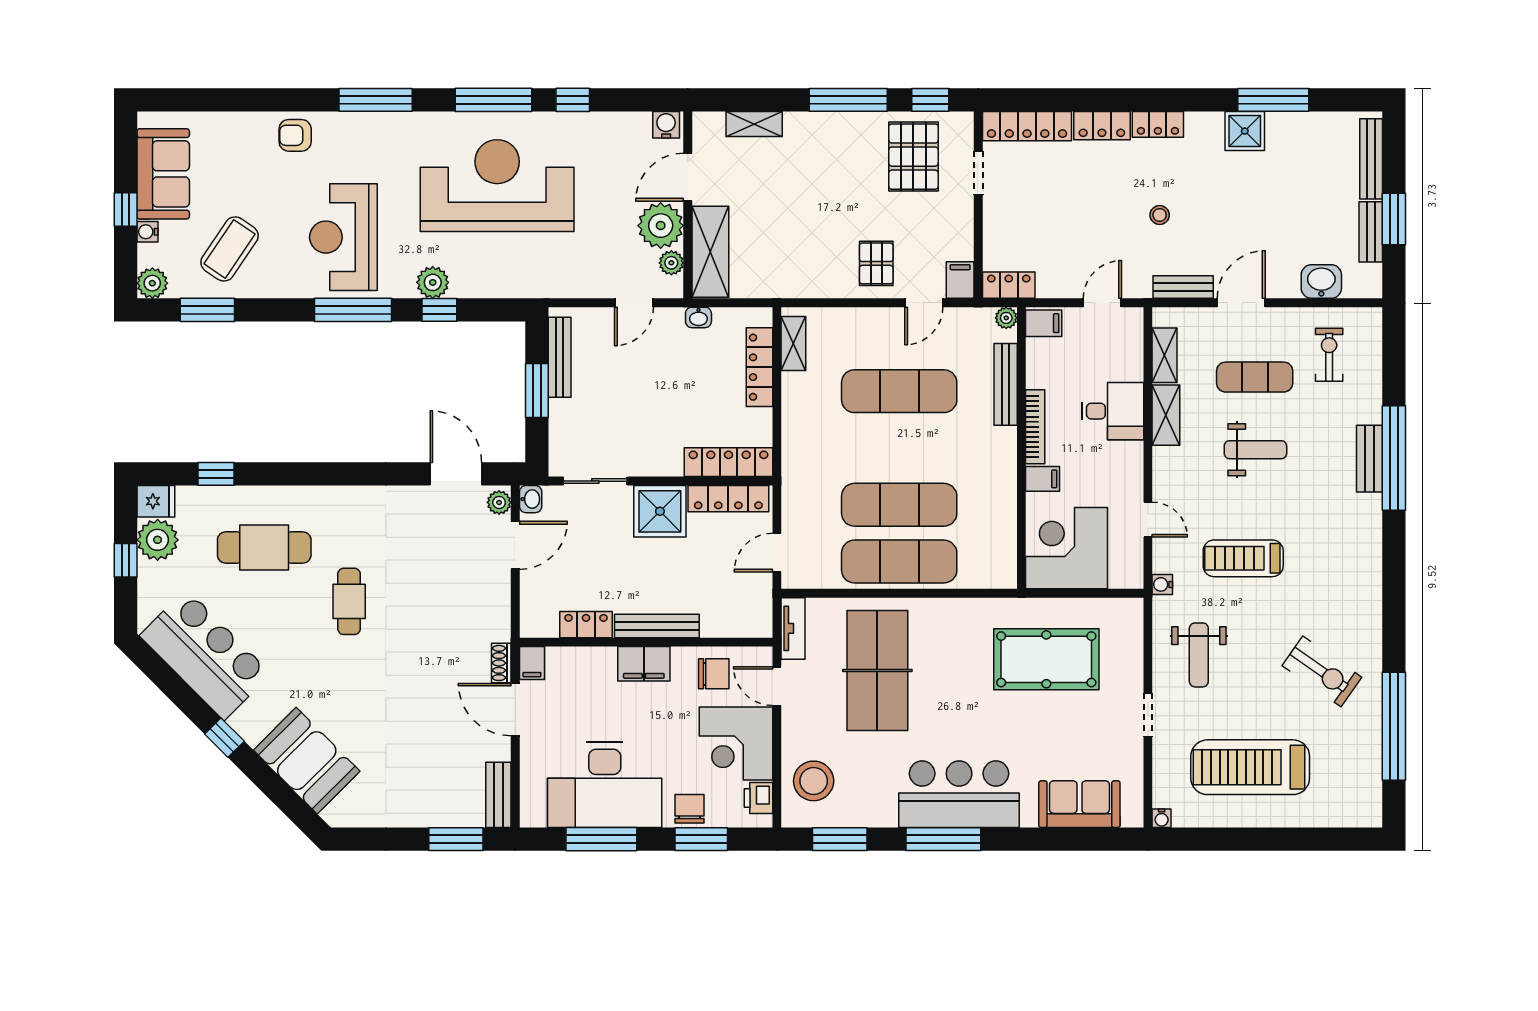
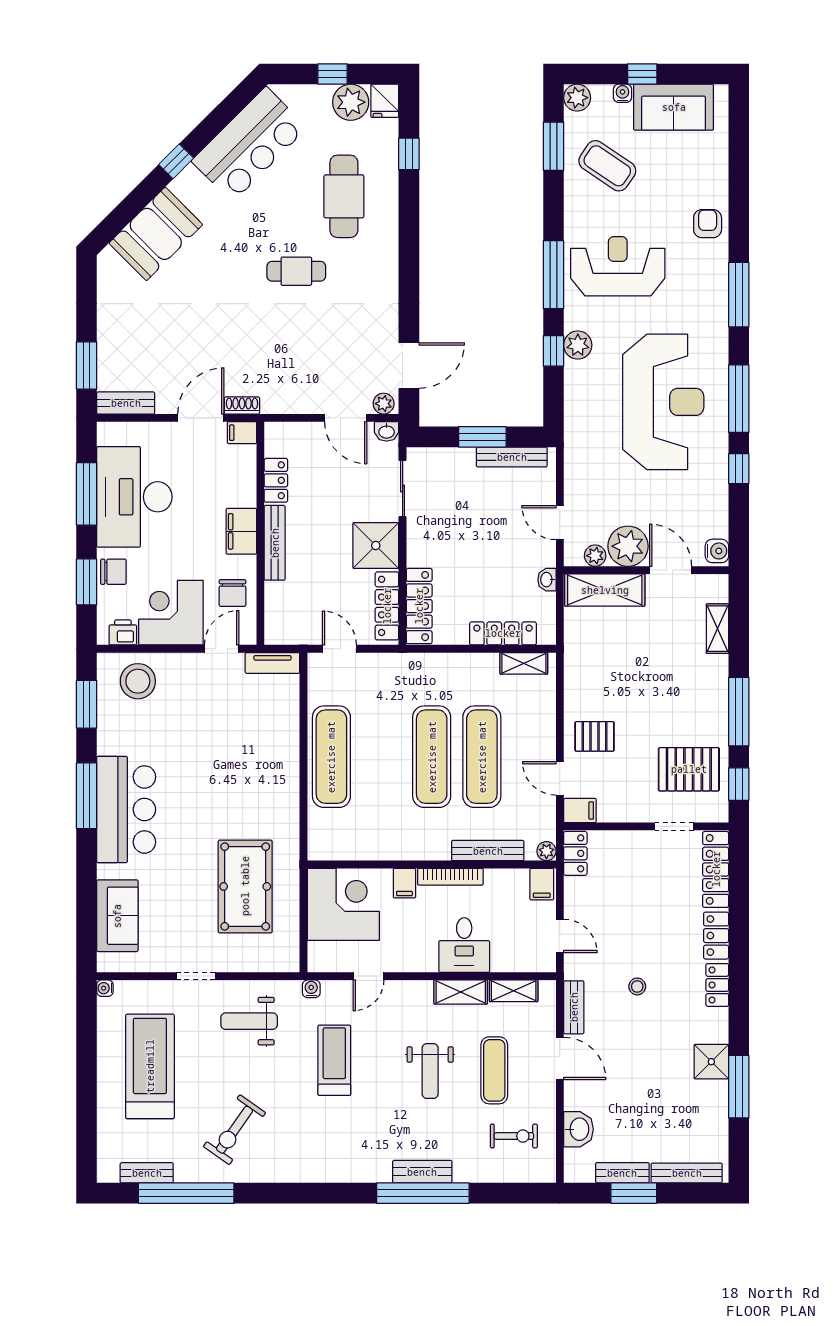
exercise mat: (899, 505) -> (432, 757), moved
table tennis table: (877, 671) -> (235, 737), removed
bench: (1371, 771) -> (147, 1173), added

